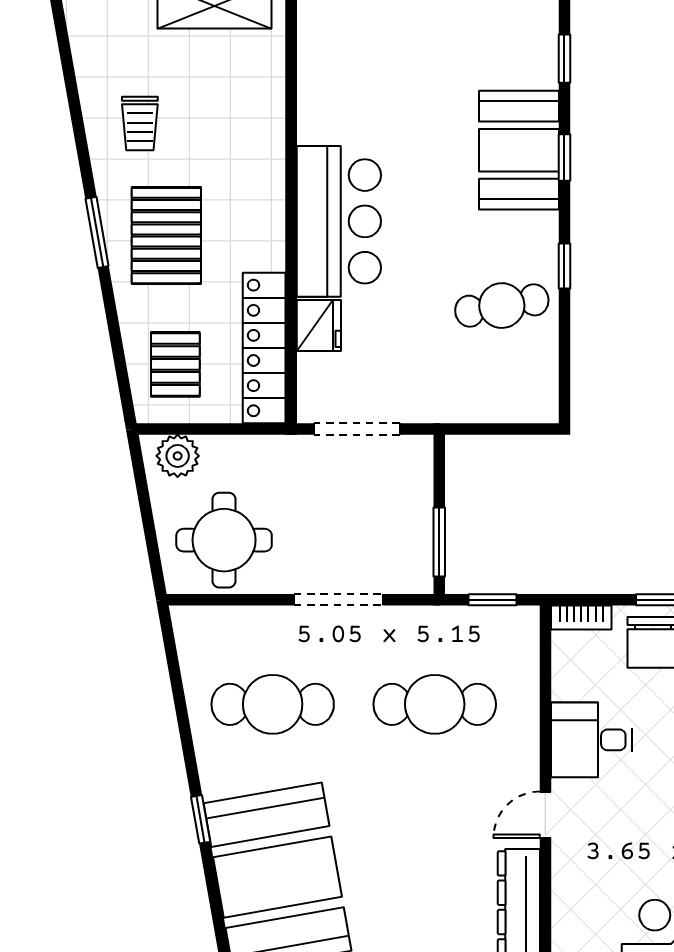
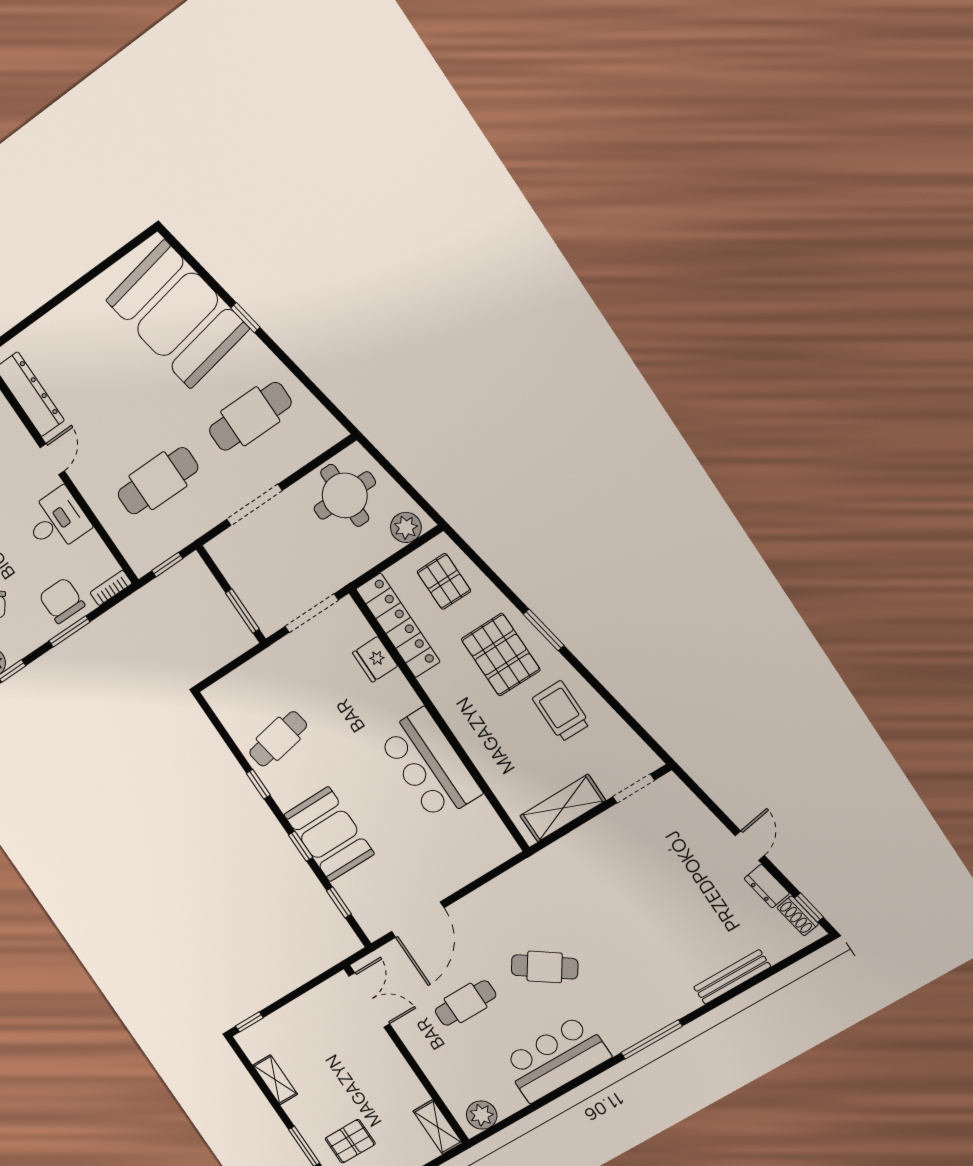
trolley: (140, 123) -> (561, 711), width x1.36, depth x1.39
bar counter: (339, 221) -> (430, 765), moved
window: (439, 542) -> (242, 611), moved

